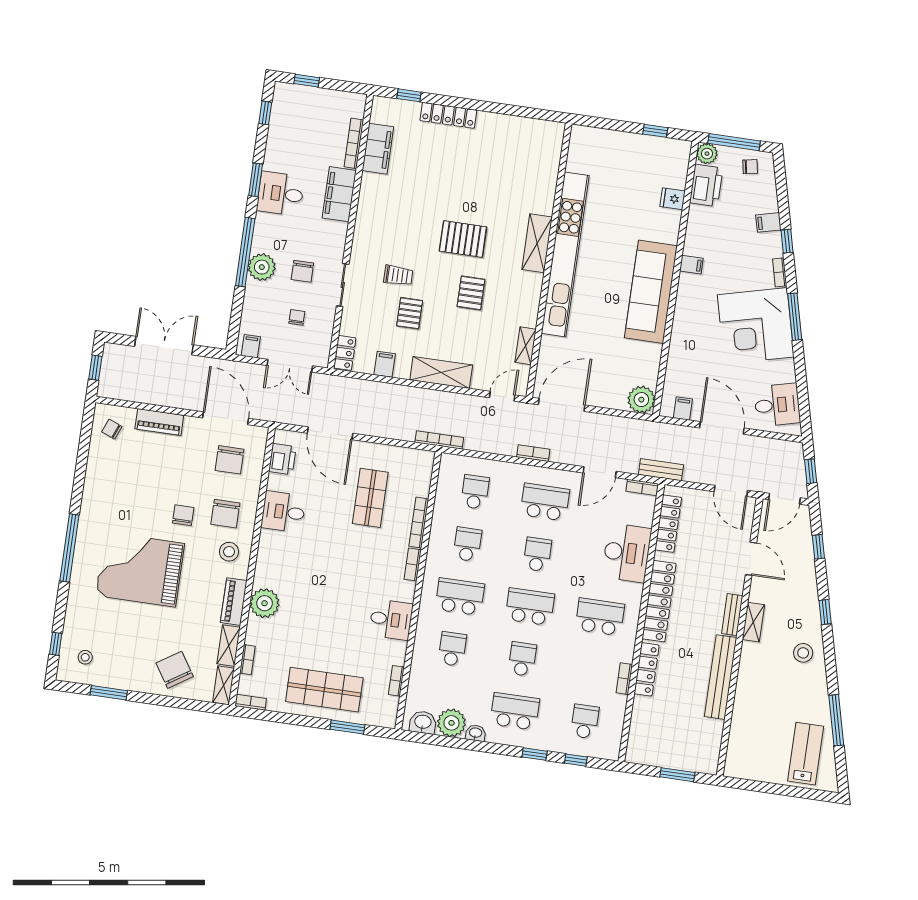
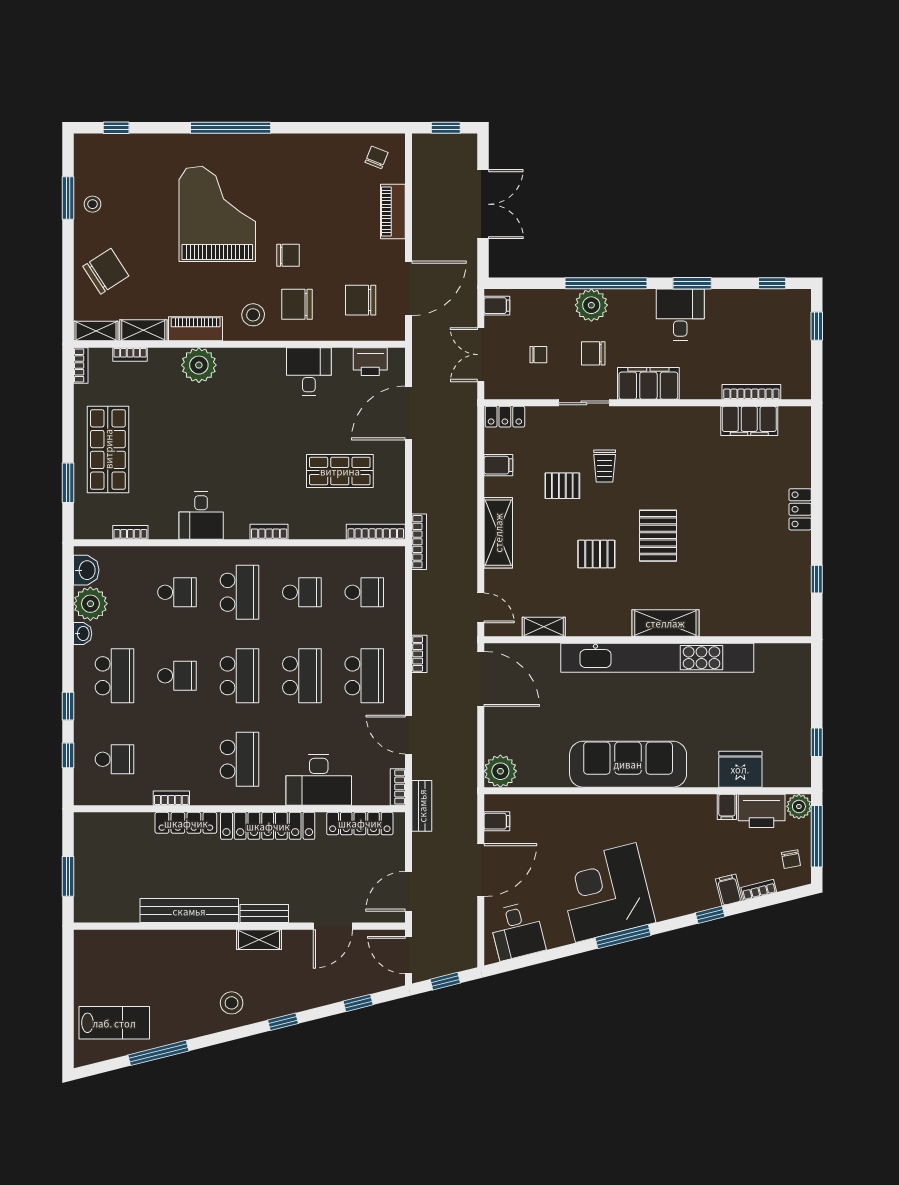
window: (409, 95) -> (817, 579), moved
locker: (448, 115) -> (800, 509), width x0.66
filing cabinet: (339, 194) -> (648, 383), moved
fridge: (673, 199) -> (740, 769), width x1.88, depth x1.34
filing cabinet: (691, 265) -> (727, 807), moved
bookcase: (780, 272) -> (759, 890), moved
bookcase: (419, 523) -> (376, 532), moved
school desk: (537, 554) -> (302, 676), width x1.85
stool: (85, 657) -> (93, 204), moved

